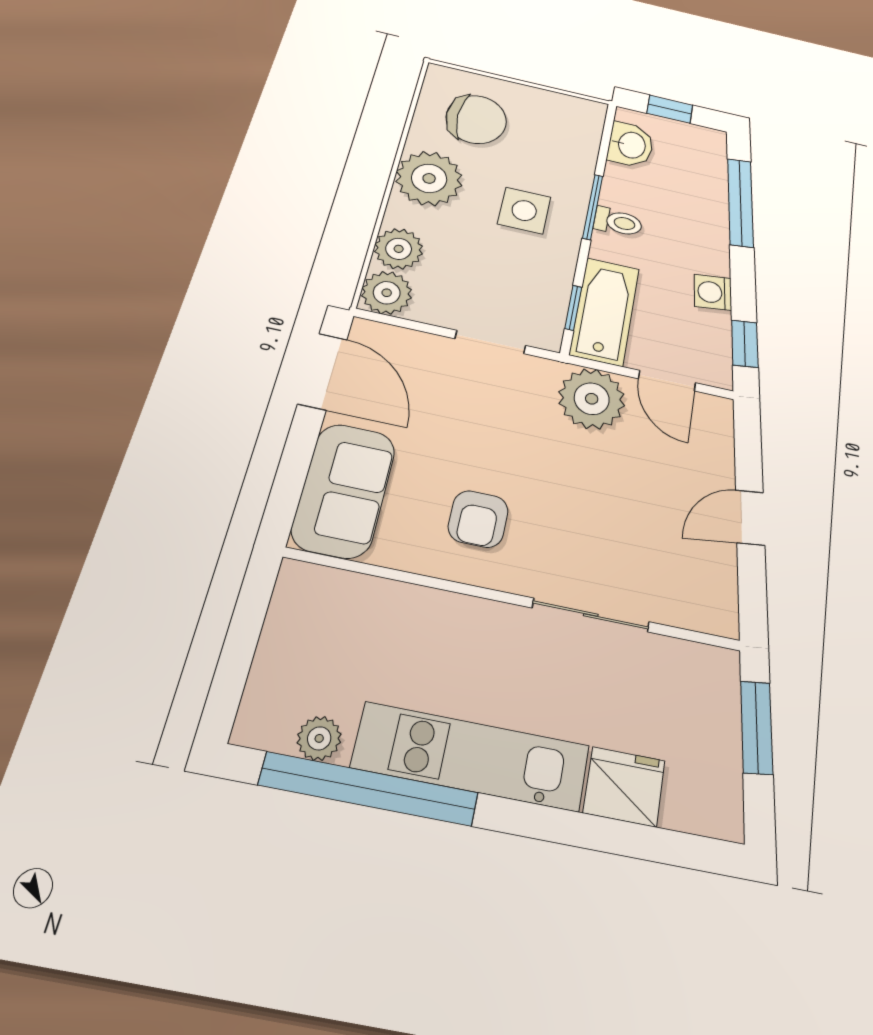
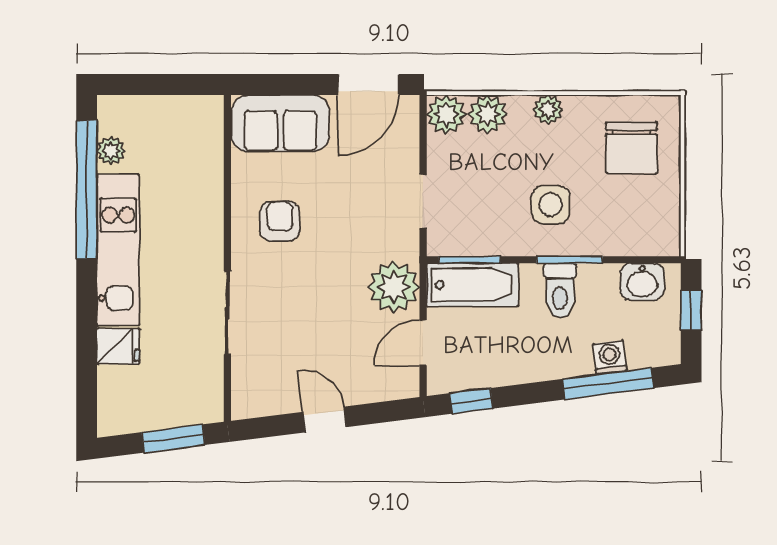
plant: (429, 178) -> (548, 110), width x0.53, depth x0.53
toilet: (618, 222) -> (560, 290), width x1.37, depth x1.39
washing machine: (713, 292) -> (610, 357), moved
window: (573, 308) -> (469, 260), width x1.50
armchair: (478, 519) -> (280, 221), turned 90
fridge: (624, 787) -> (118, 346), width x0.72

